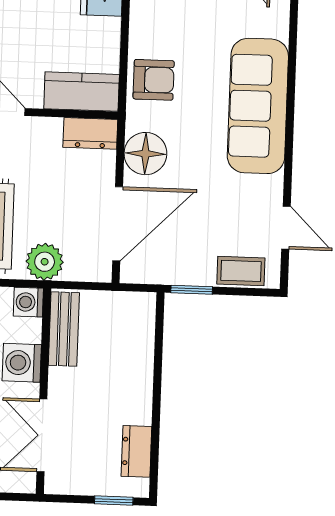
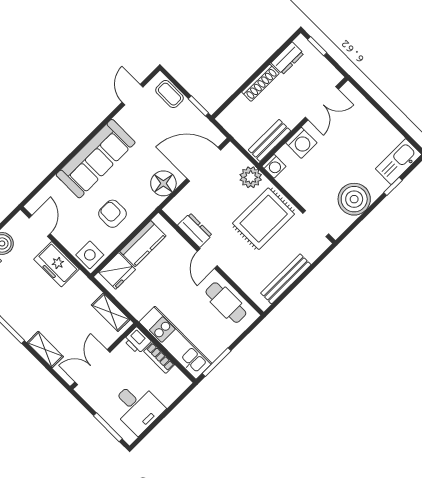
armchair: (154, 80) -> (112, 214), moved
kitchen counter: (82, 92) -> (143, 244), moved, turned -90
dresser: (90, 133) -> (195, 230), moved
shoe rack: (142, 390) -> (260, 83), added

